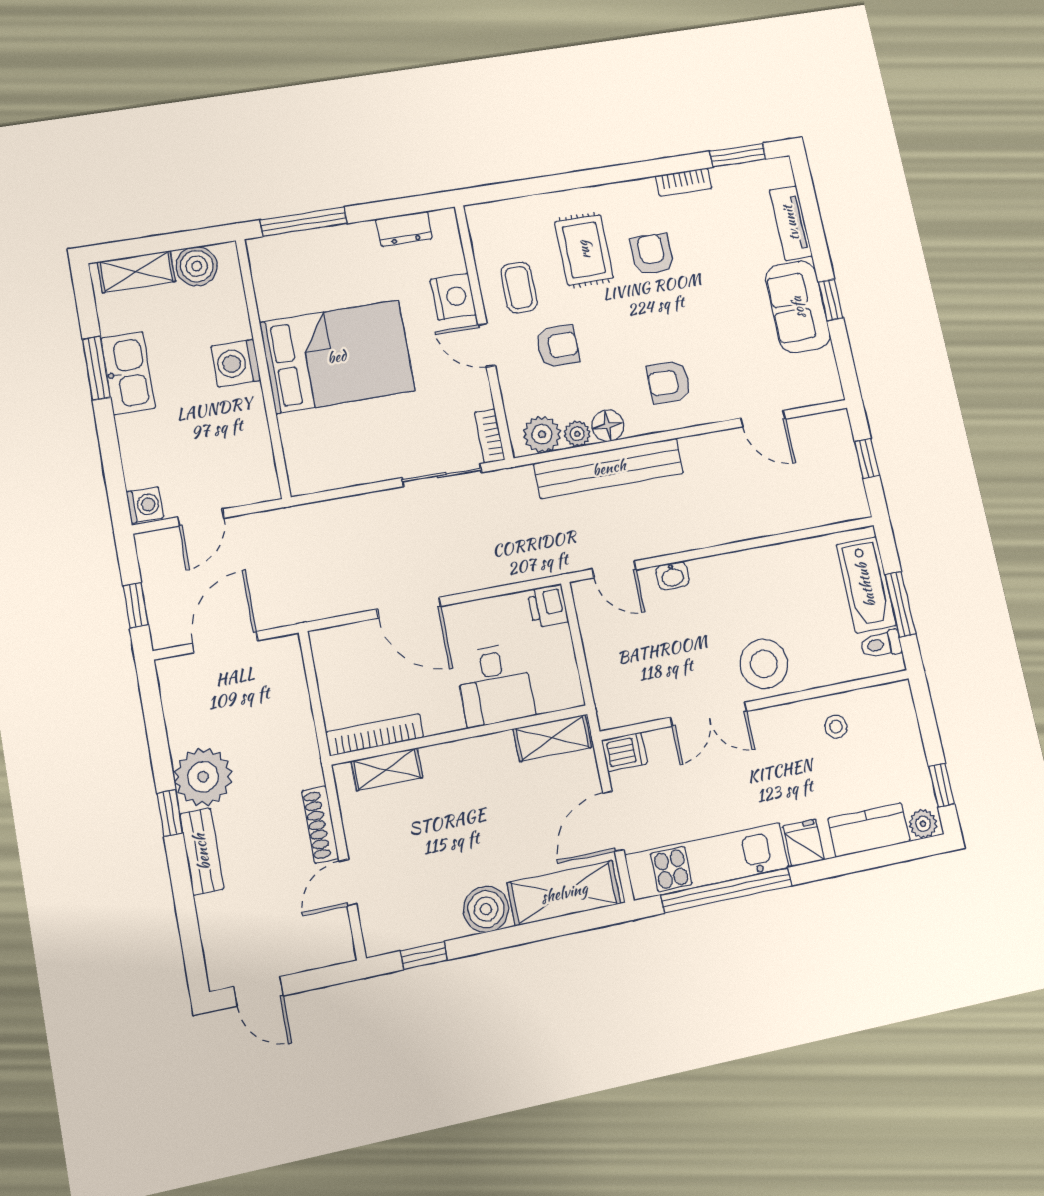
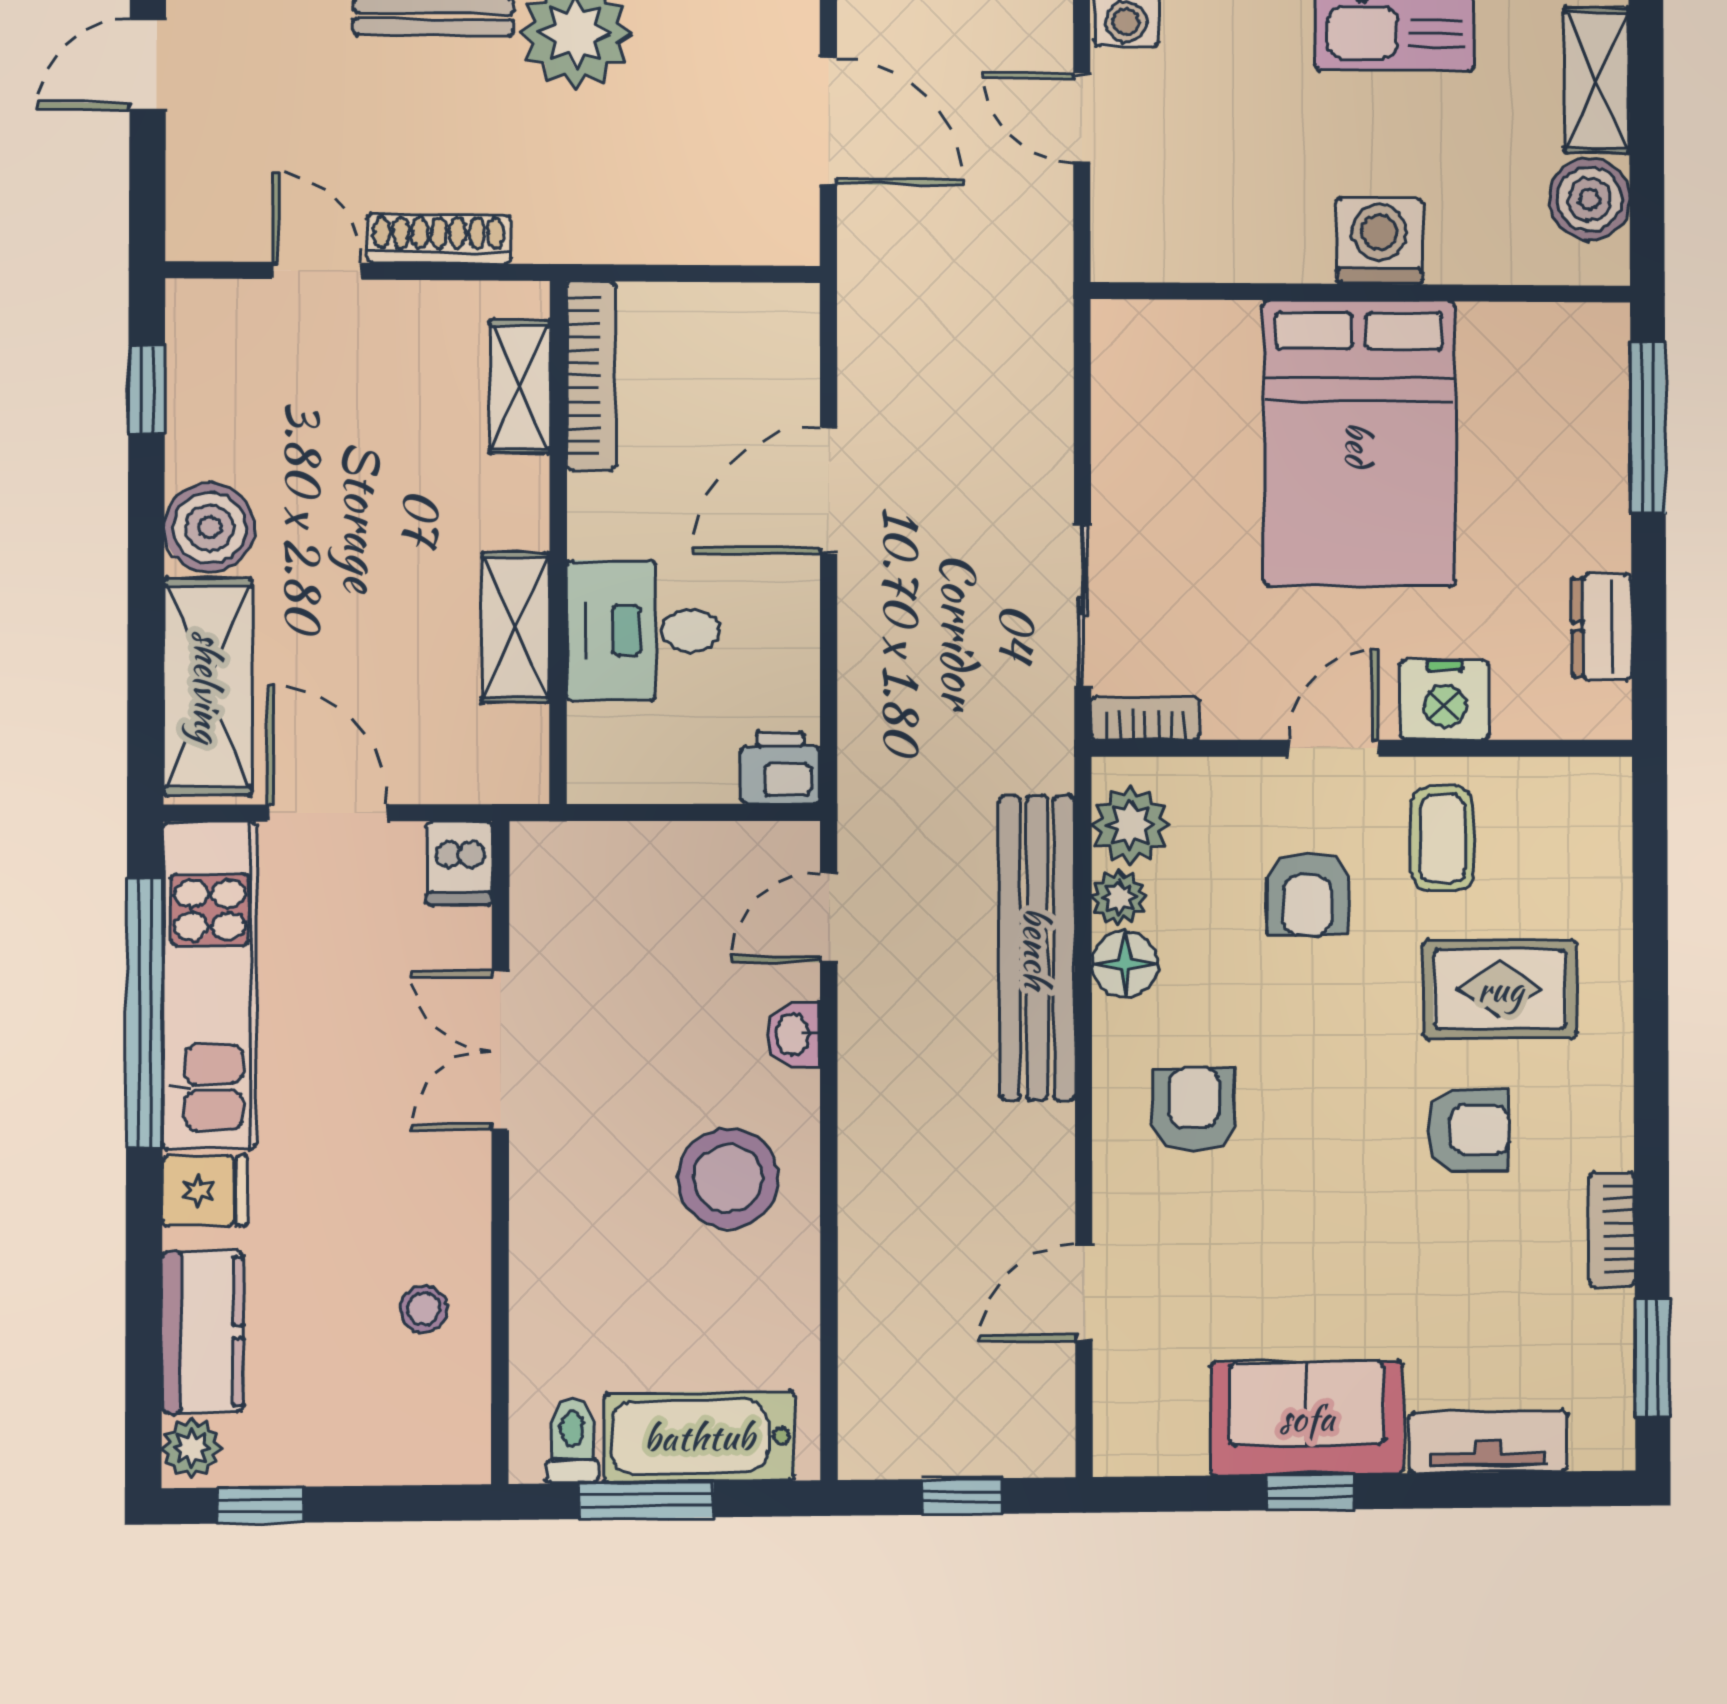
coffee table: (519, 287) -> (1442, 838), turned 90
stool: (764, 664) -> (728, 1178), moved
shelving: (552, 738) -> (516, 628), moved

